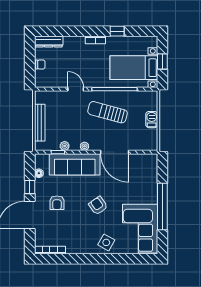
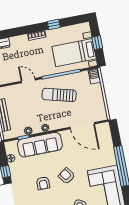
barbecue: (152, 120) -> (94, 76), moved
door: (115, 152) -> (82, 126), moved
armchair: (57, 203) -> (43, 183), moved

